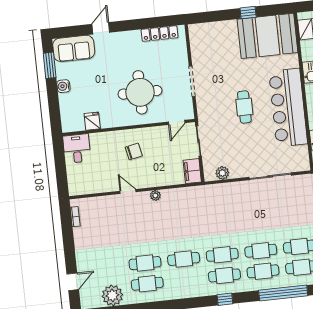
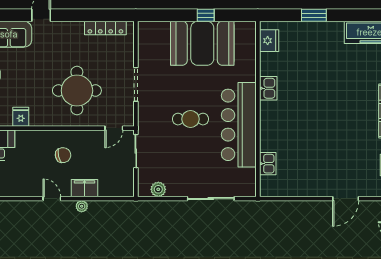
booth: (268, 36) -> (202, 43), moved
cafe table: (244, 107) -> (190, 119), turned 90
filing cabinet: (192, 171) -> (84, 188), moved, turned 90

